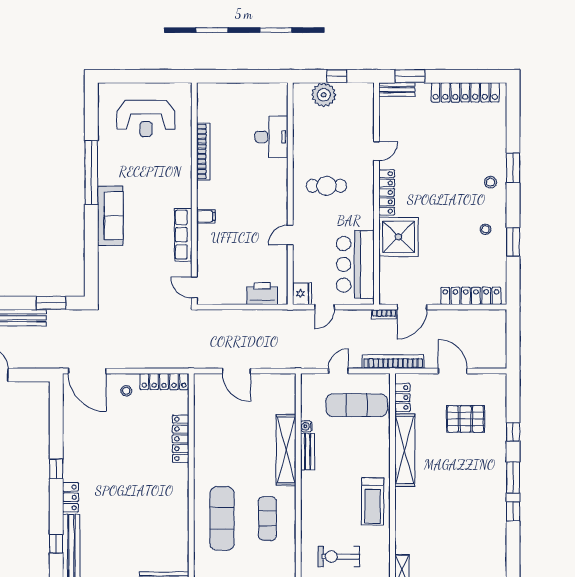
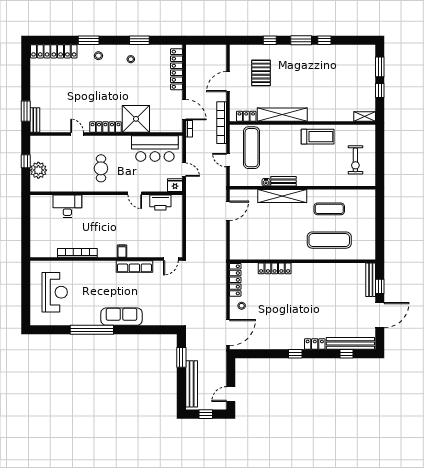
locker: (465, 92) -> (54, 51), moved, turned 90
printer: (262, 294) -> (160, 202), moved, turned -90
door: (236, 371) -> (228, 211), moved

